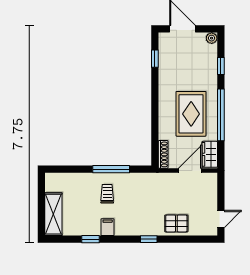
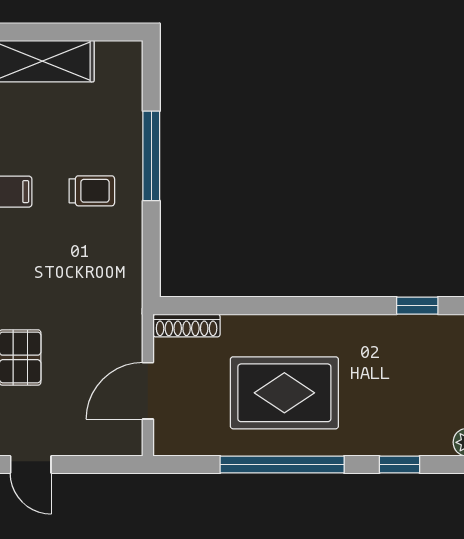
wardrobe: (210, 154) -> (187, 438), removed
window: (111, 169) -> (151, 156), moved
door: (190, 170) -> (148, 391), swing flipped

